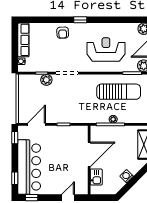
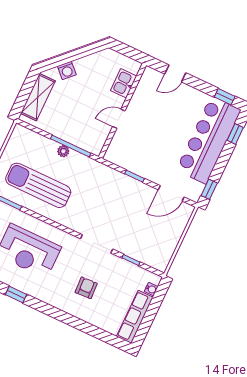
window: (80, 20) -> (16, 295), moved
armchair: (63, 33) -> (86, 288), moved
plant: (46, 80) -> (129, 248), removed
door: (89, 154) -> (119, 119), width x0.53
washing machine: (127, 176) -> (67, 70), moved

